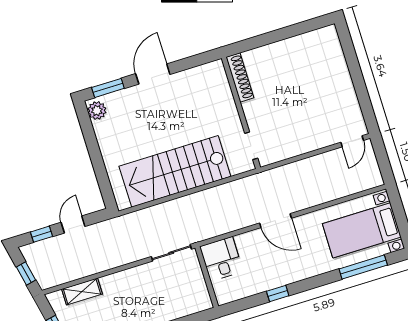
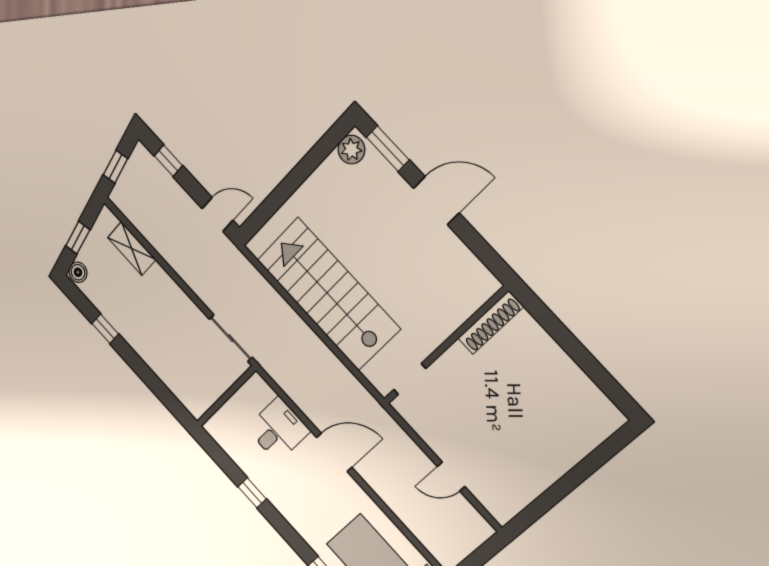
door: (352, 141) -> (451, 476), moved
door: (275, 221) -> (334, 452), swing flipped
door: (73, 224) -> (217, 214), moved
desk: (221, 259) -> (278, 430), moved

